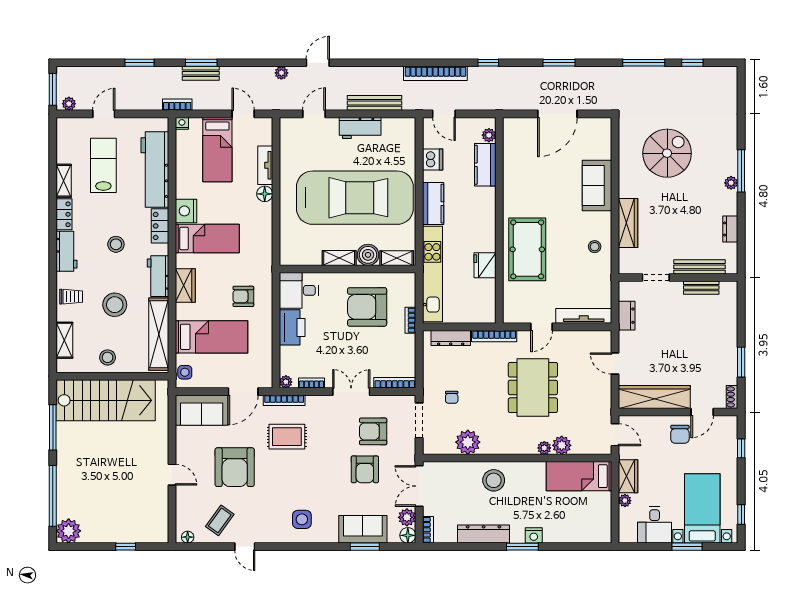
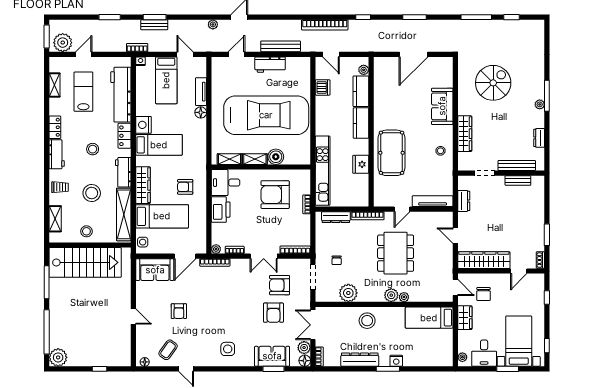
plant: (69, 104) -> (63, 43), width x1.88, depth x1.88
shelving: (64, 181) -> (55, 85), moved
kitchen counter: (433, 204) -> (361, 123), moved, turned 180
shelving: (397, 258) -> (230, 159), moved
wardrobe: (185, 285) -> (143, 185), width x1.50
double door: (351, 392) -> (264, 256), swing flipped
chair: (680, 434) -> (483, 294), moved
rug: (287, 437) -> (217, 289), removed
plant: (562, 445) -> (391, 295), moved
armchair: (235, 467) -> (179, 311), width x0.53, depth x0.53
plant: (625, 501) -> (462, 357), moved

